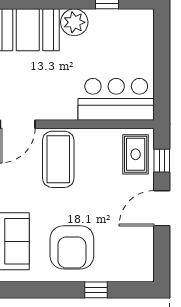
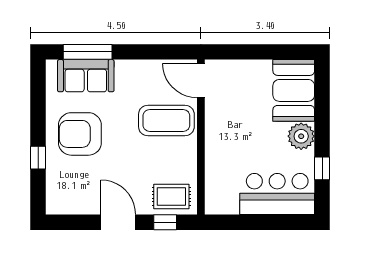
bar counter: (116, 99) -> (277, 194), moved, turned -90

